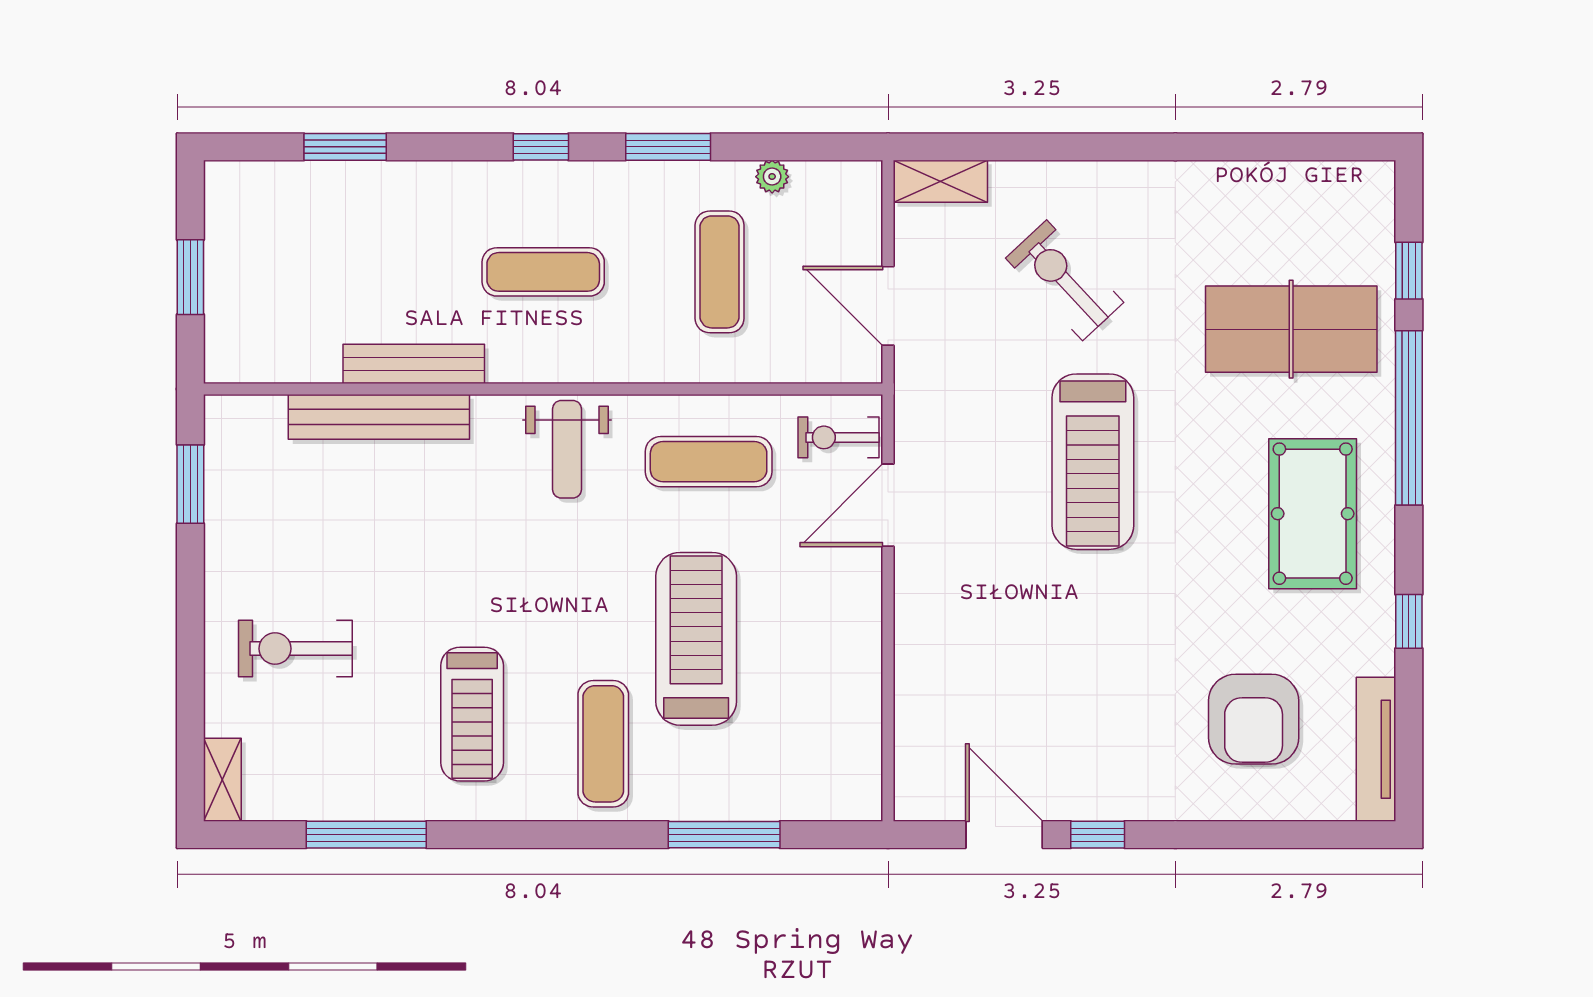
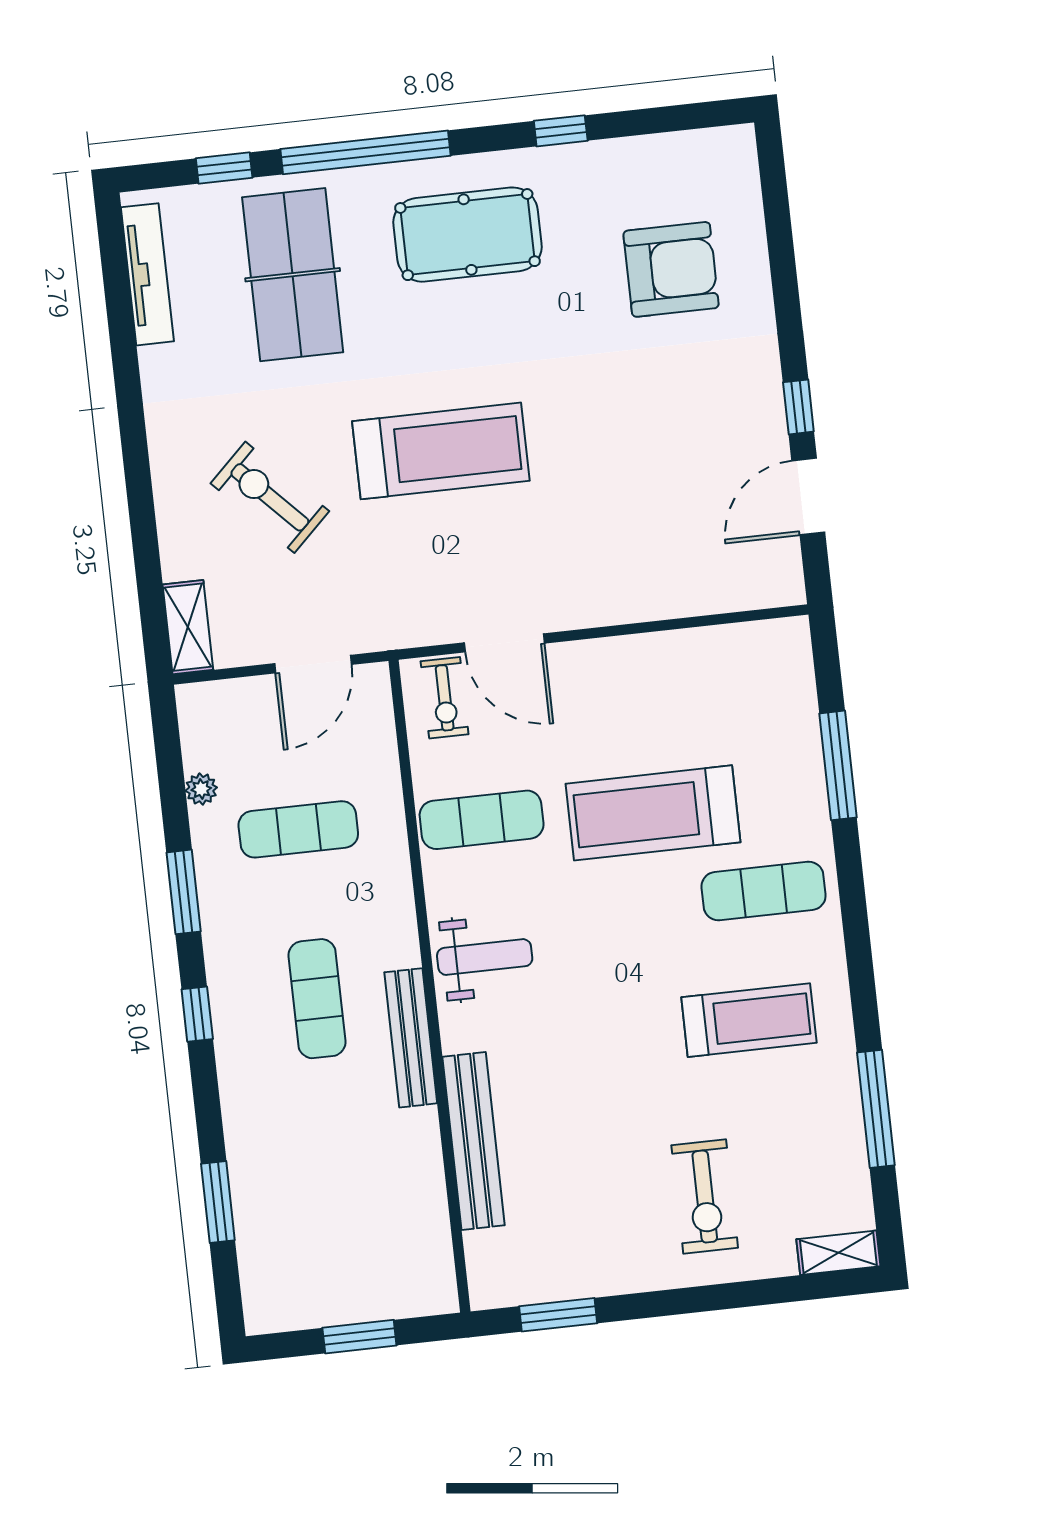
exercise bike: (1065, 280) -> (270, 497), turned 89
bench: (414, 364) -> (411, 1038), moved
exercise mat: (709, 462) -> (482, 820), turned 90
tv unit: (1376, 749) -> (147, 274), moved, turned -90

